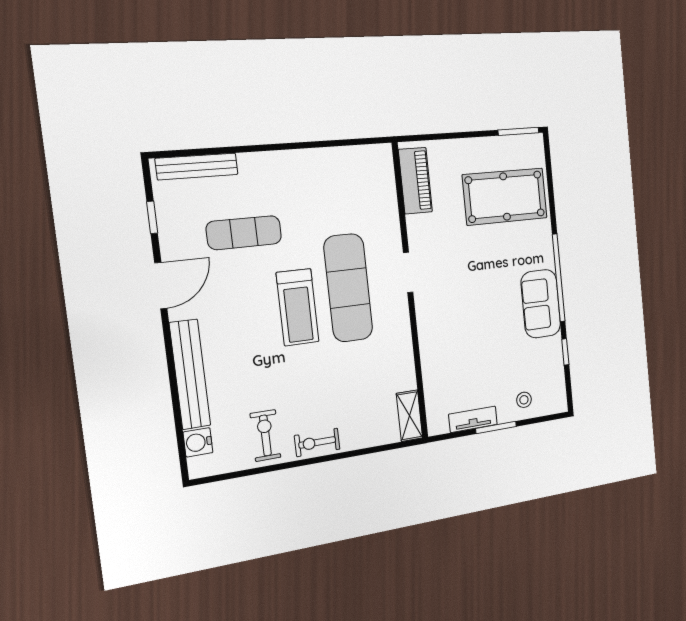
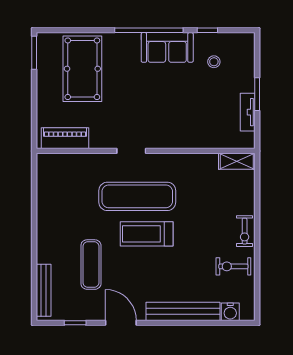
treadmill: (298, 307) -> (147, 234), turned 180
stool: (524, 400) -> (214, 62), moved

